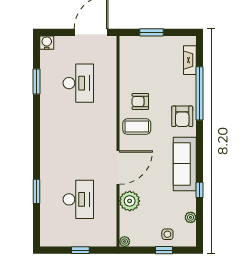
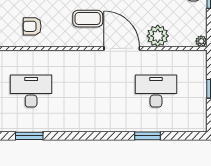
armchair: (140, 101) -> (32, 26), moved, turned 90
coffee table: (137, 127) -> (88, 19), moved, turned 90

